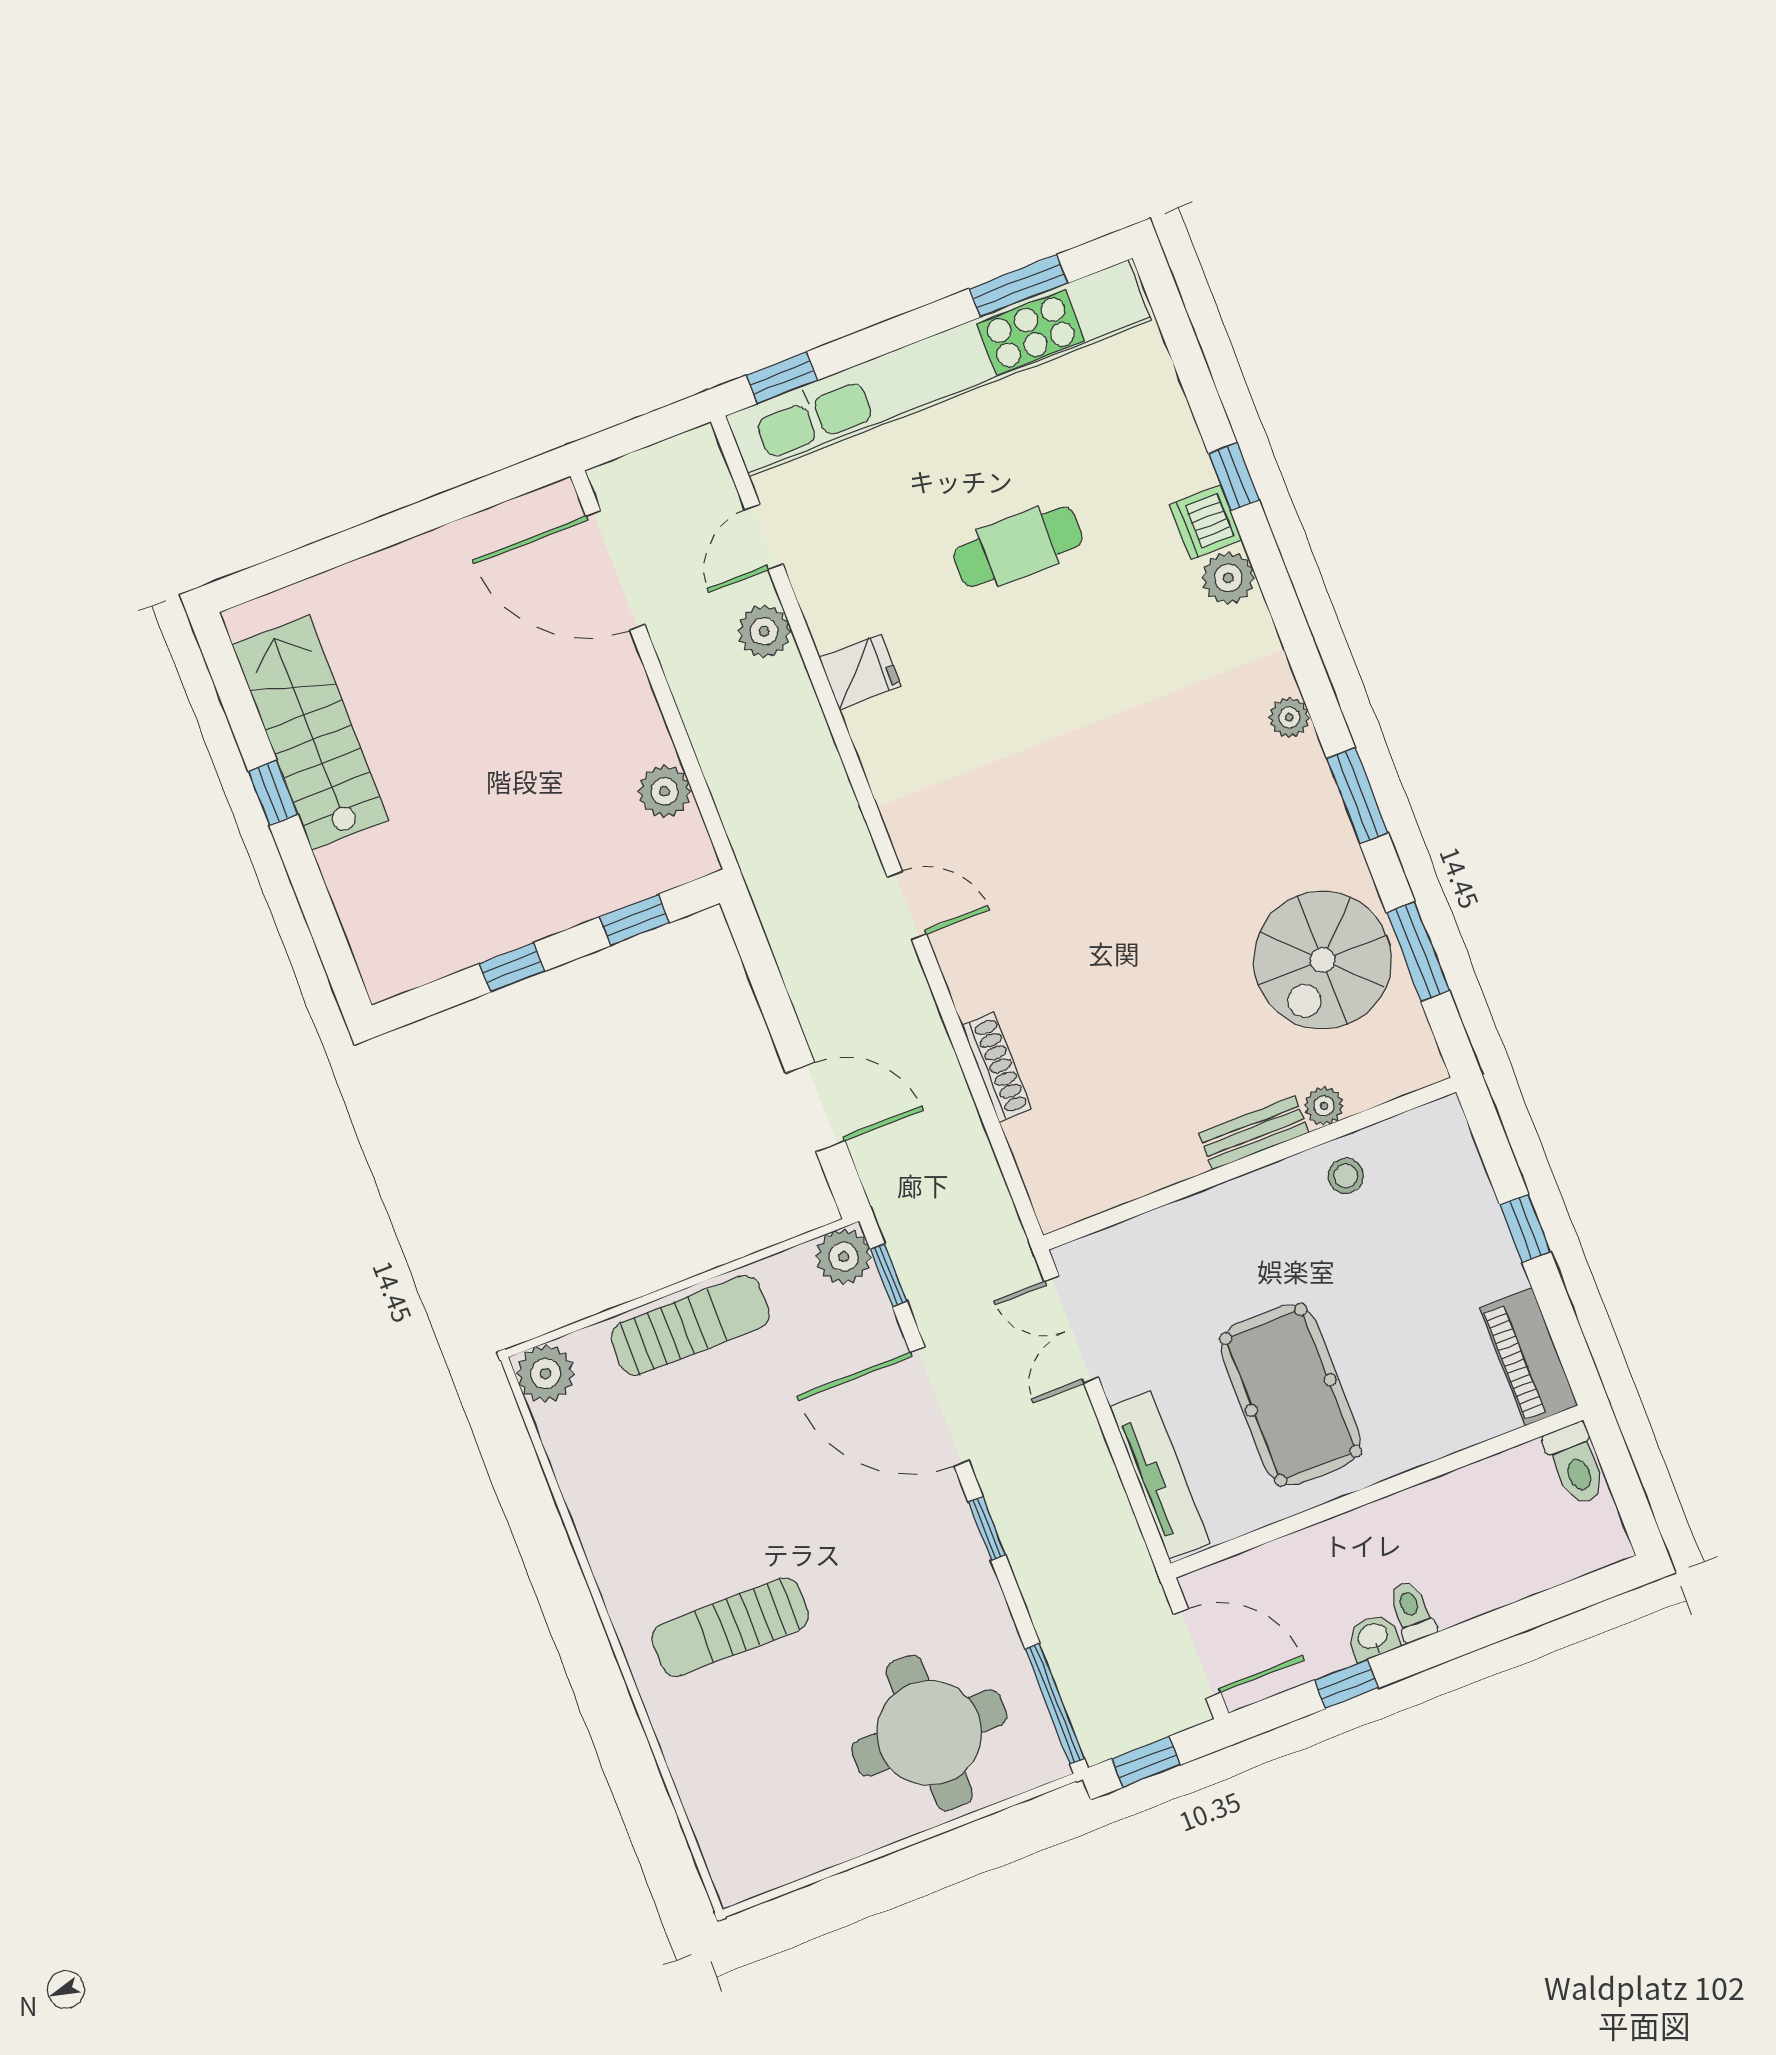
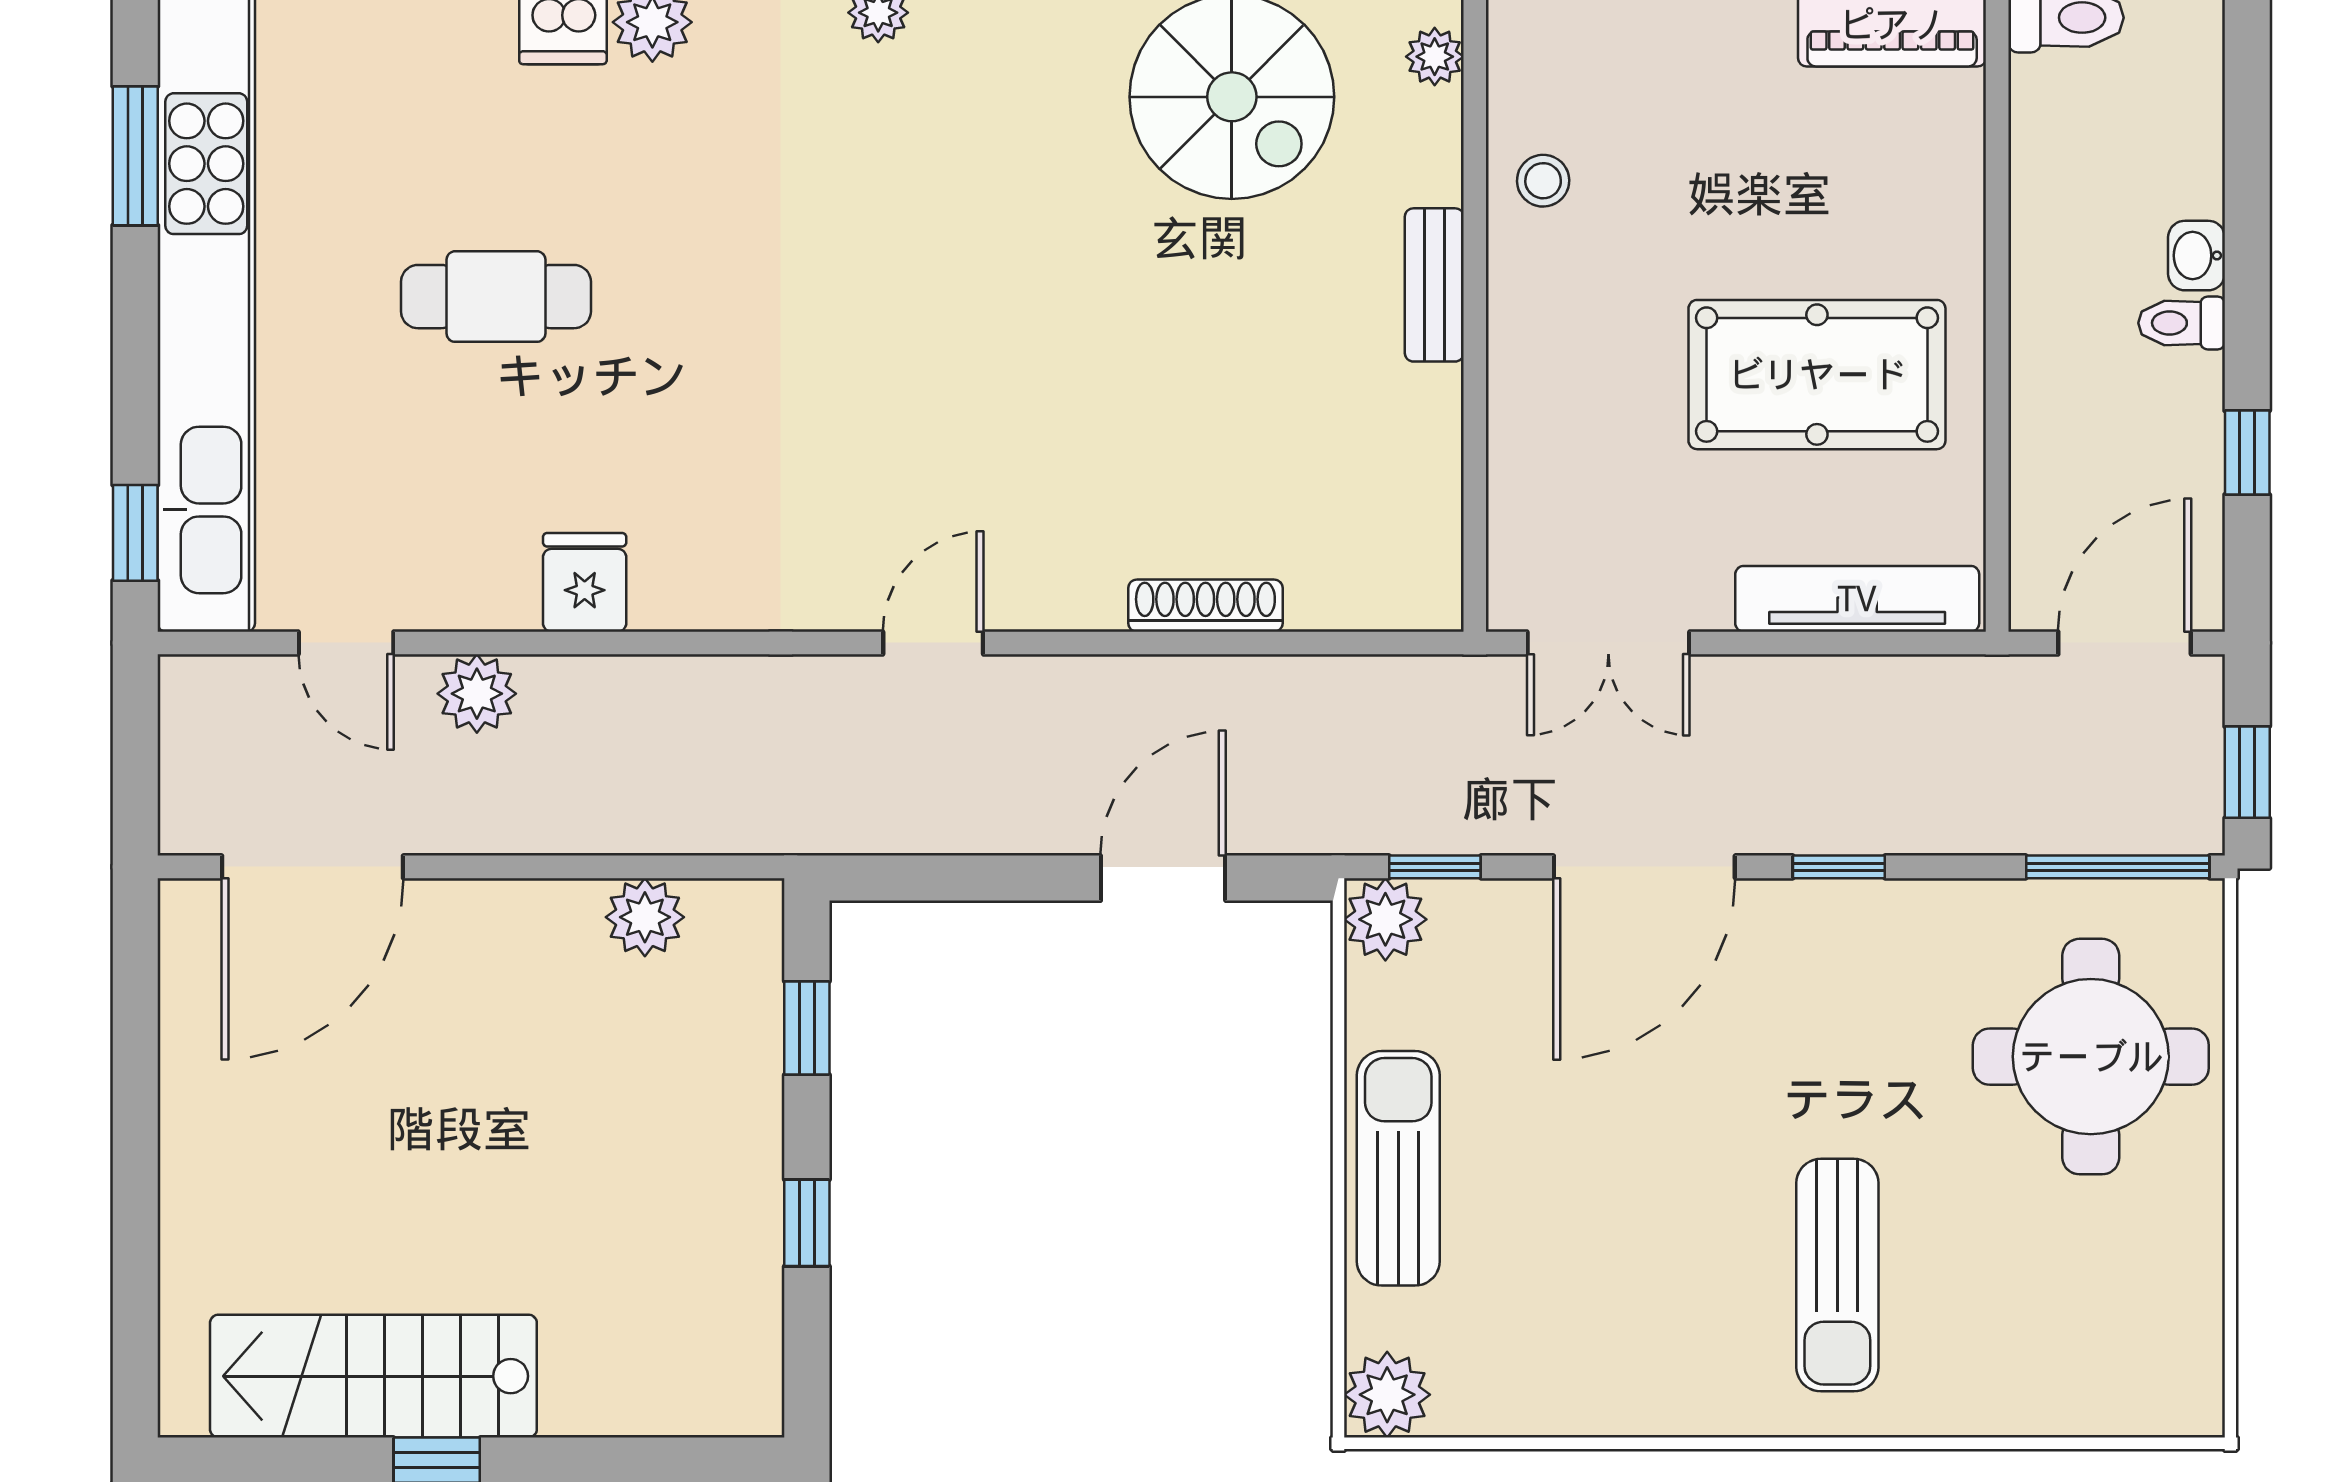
cafe table: (1018, 547) -> (496, 297), turned 90
plant: (1324, 1106) -> (1435, 57), moved
washbasin: (1373, 1637) -> (2196, 256), moved

